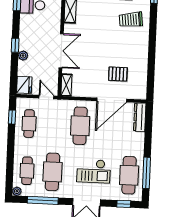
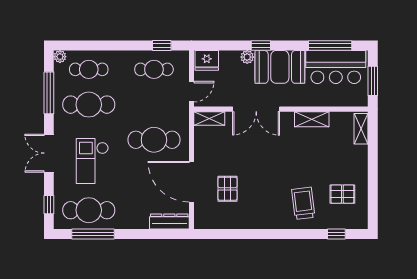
booth: (31, 32) -> (280, 67), added

